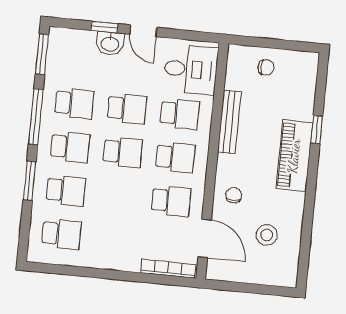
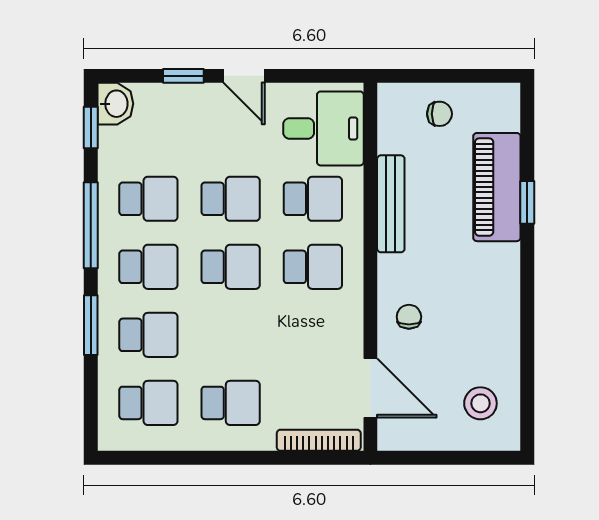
washbasin: (110, 43) -> (115, 104), moved, turned -90
window: (42, 54) -> (91, 128), width x0.67
piano: (294, 156) -> (497, 187), moved
school desk: (171, 201) -> (231, 403), moved
stool: (267, 235) -> (480, 403), moved

